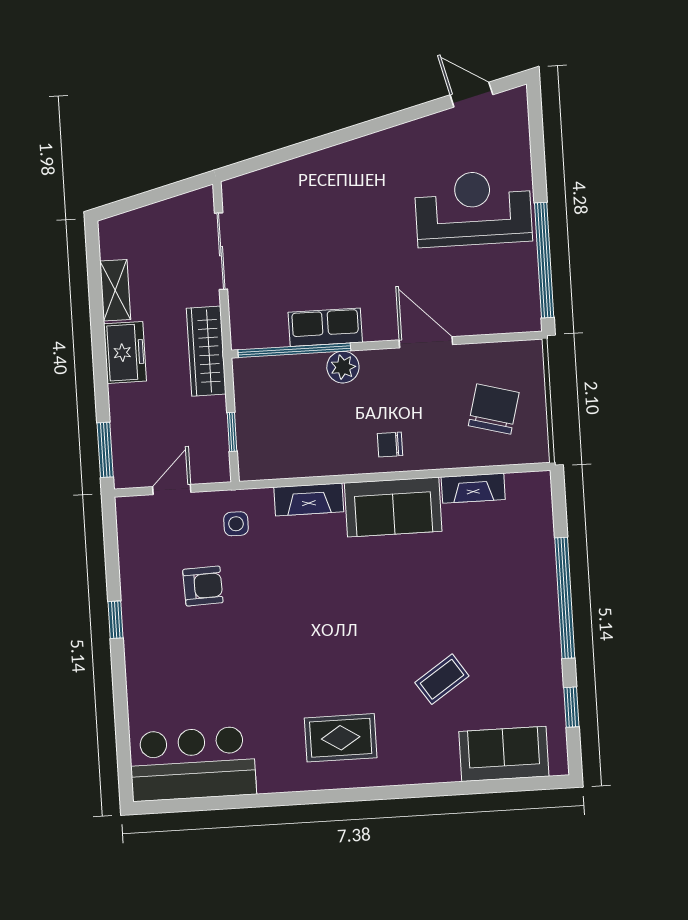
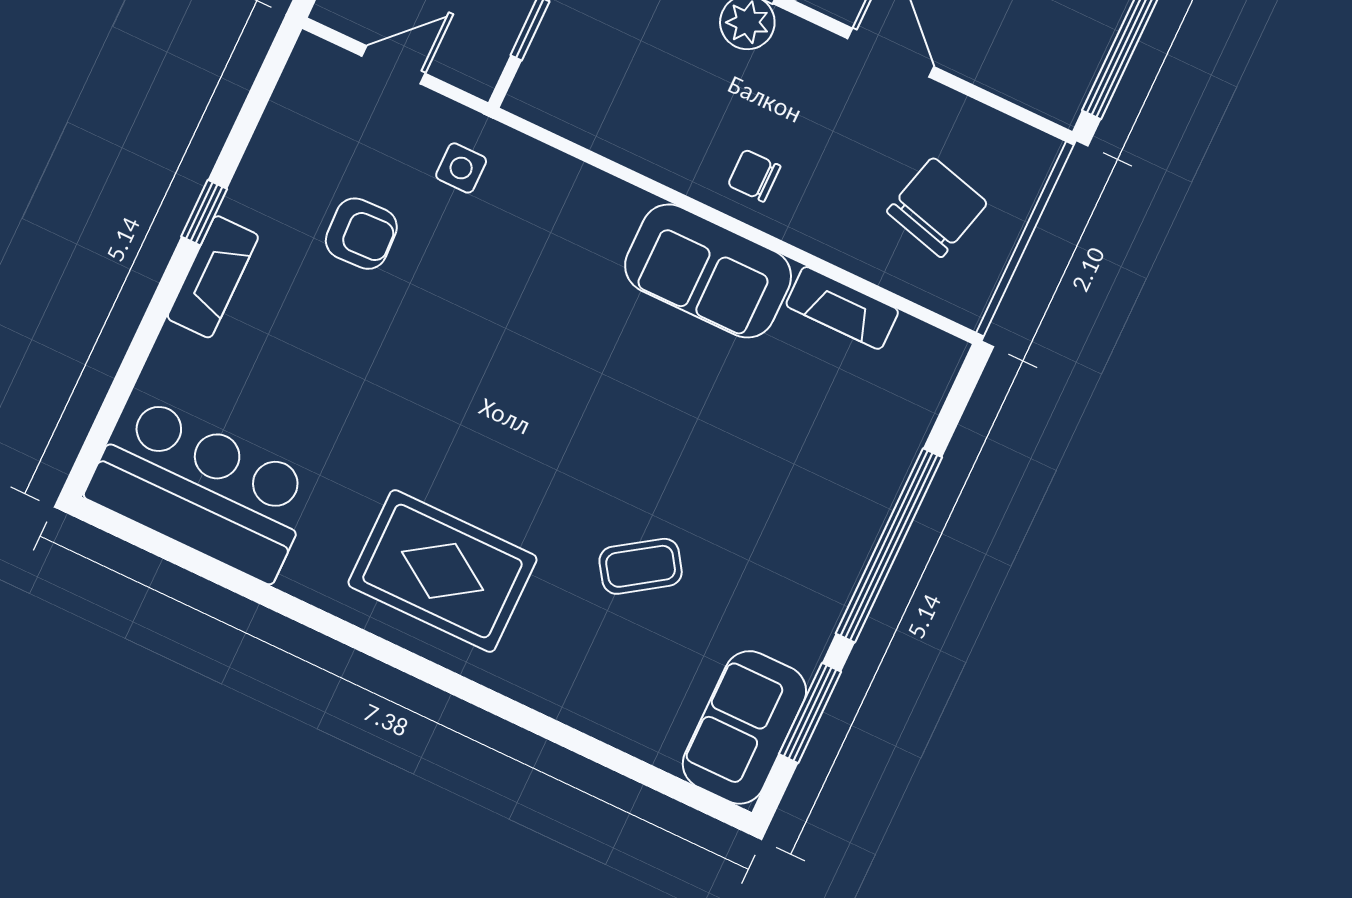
fireplace: (309, 499) -> (213, 277), moved, turned -90
window: (571, 707) -> (810, 713), width x1.50
rug: (341, 738) -> (442, 571), width x1.36, depth x1.43
sofa: (504, 754) -> (744, 727), moved, turned -90

